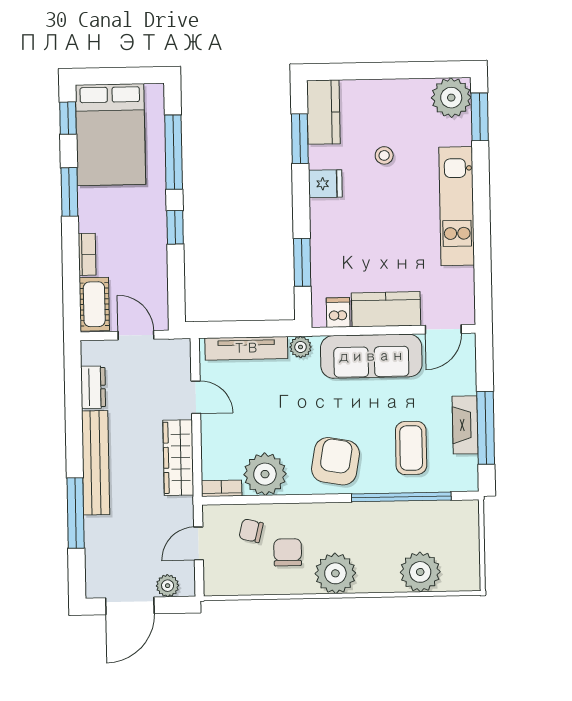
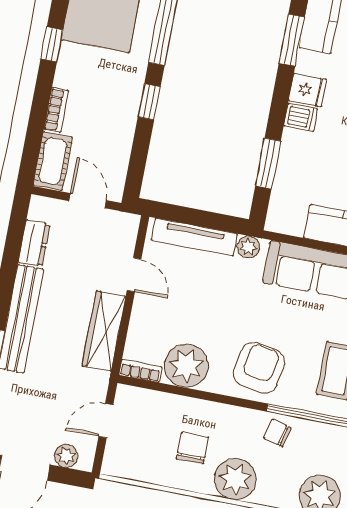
window: (69, 192) -> (52, 44), width x0.67
dishwasher: (338, 312) -> (301, 117), moved, turned 90
chair: (251, 531) -> (277, 433), moved

